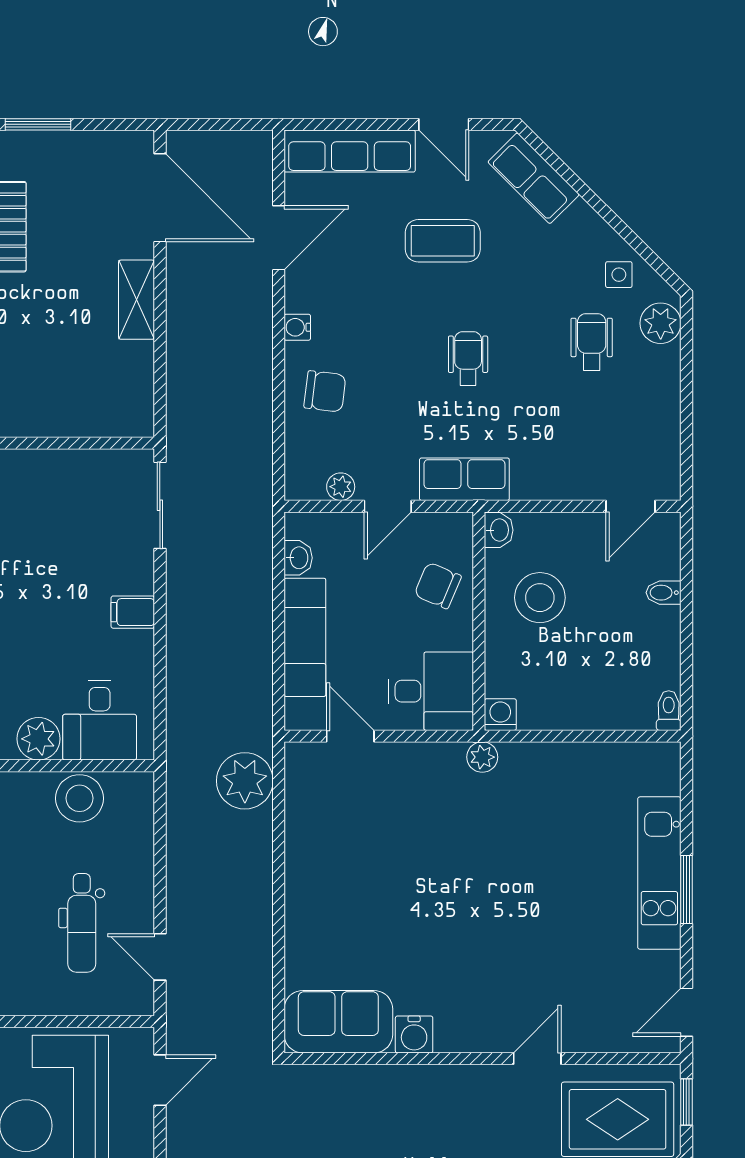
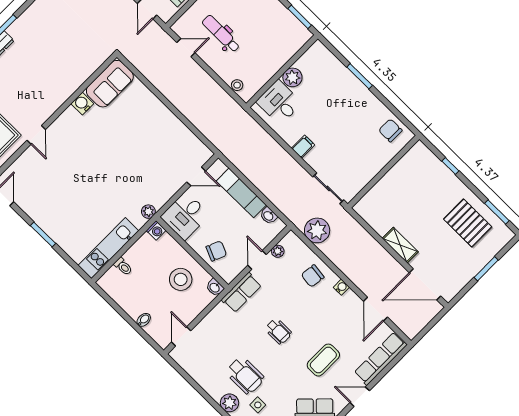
wheelchair: (592, 342) -> (245, 375), width x1.36, depth x1.37
toilet: (669, 711) -> (123, 266), moved
plant: (245, 781) -> (317, 230), moved
stool: (80, 798) -> (237, 85), moved, width x0.53, depth x0.53
kitchen unit: (659, 873) -> (108, 248), moved, turned -90

